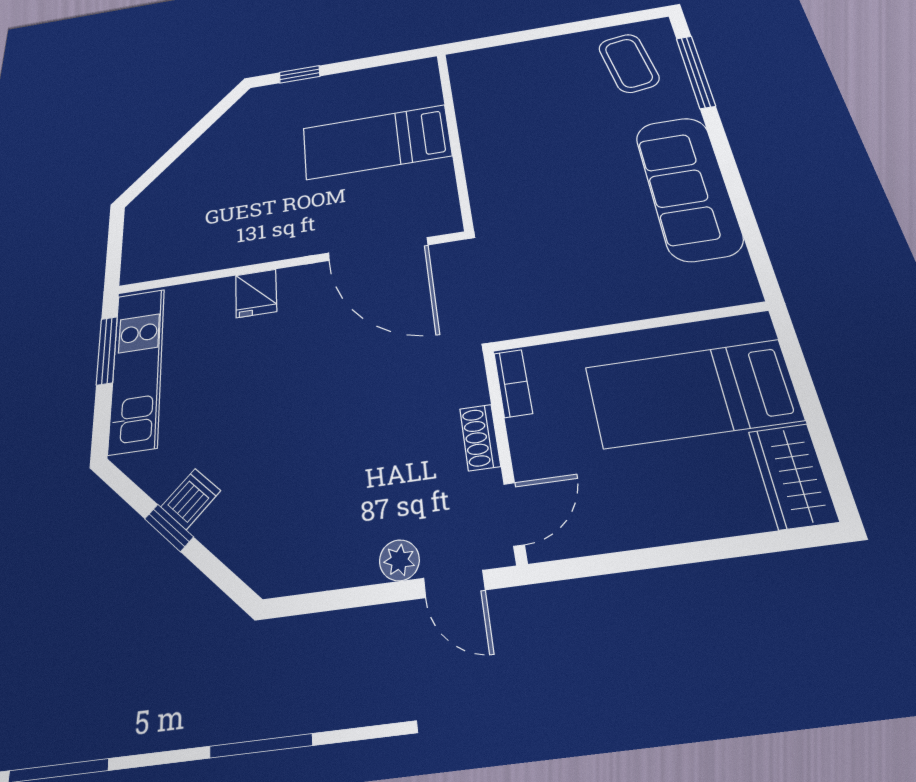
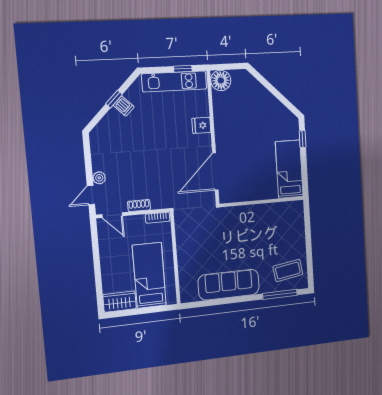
bed: (376, 142) -> (289, 169), moved
floor lamp: (146, 259) -> (221, 80), added
window: (107, 350) -> (183, 69), width x0.67

